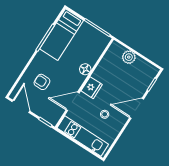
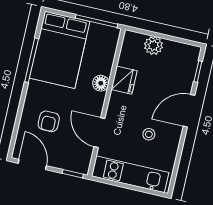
bed: (62, 35) -> (60, 50), width x1.50
armchair: (42, 82) -> (49, 121), turned -90
fridge: (92, 88) -> (124, 80), moved
door: (73, 101) -> (99, 133), hinge flipped

